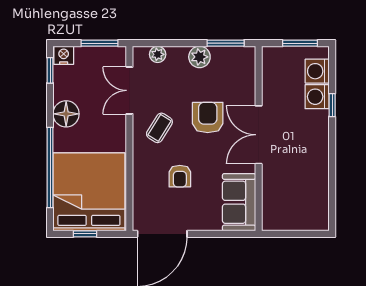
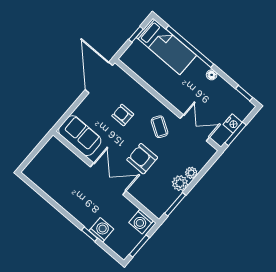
plant: (158, 54) -> (191, 173), moved
nightstand: (64, 55) -> (233, 124), moved
washing machine: (317, 71) -> (141, 222), moved, turned 180
floor lamp: (66, 114) -> (212, 75), width x0.53, depth x0.53
armchair: (208, 118) -> (142, 159), turned 180
bed: (89, 192) -> (166, 46), width x0.49

